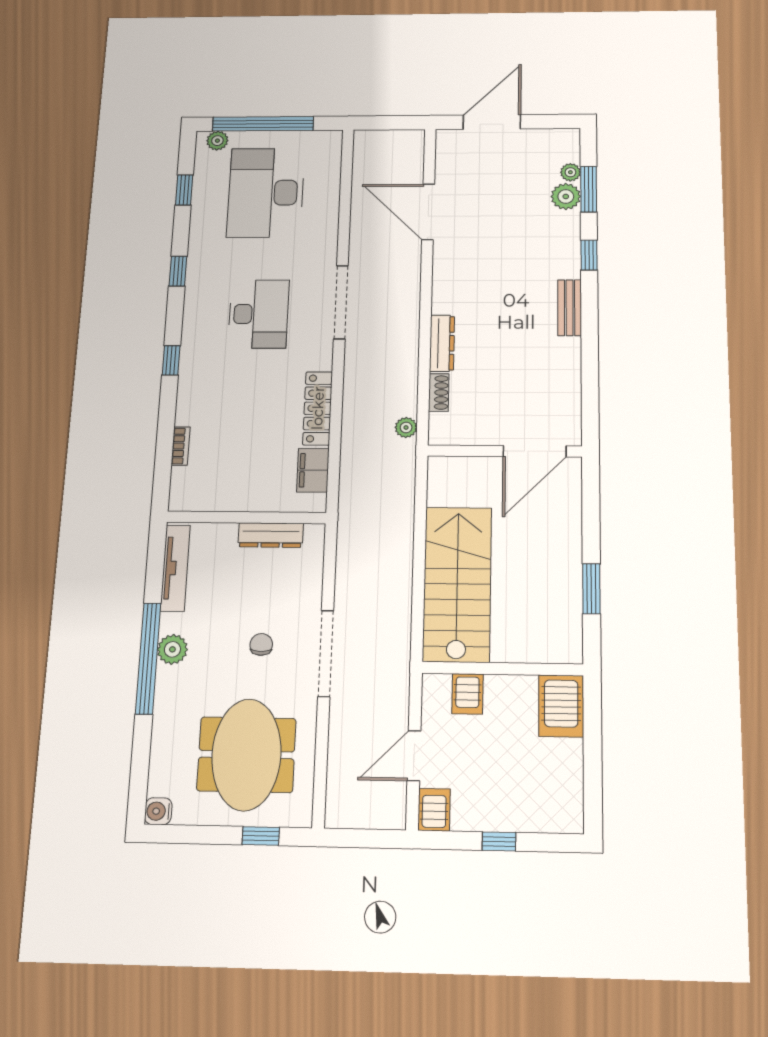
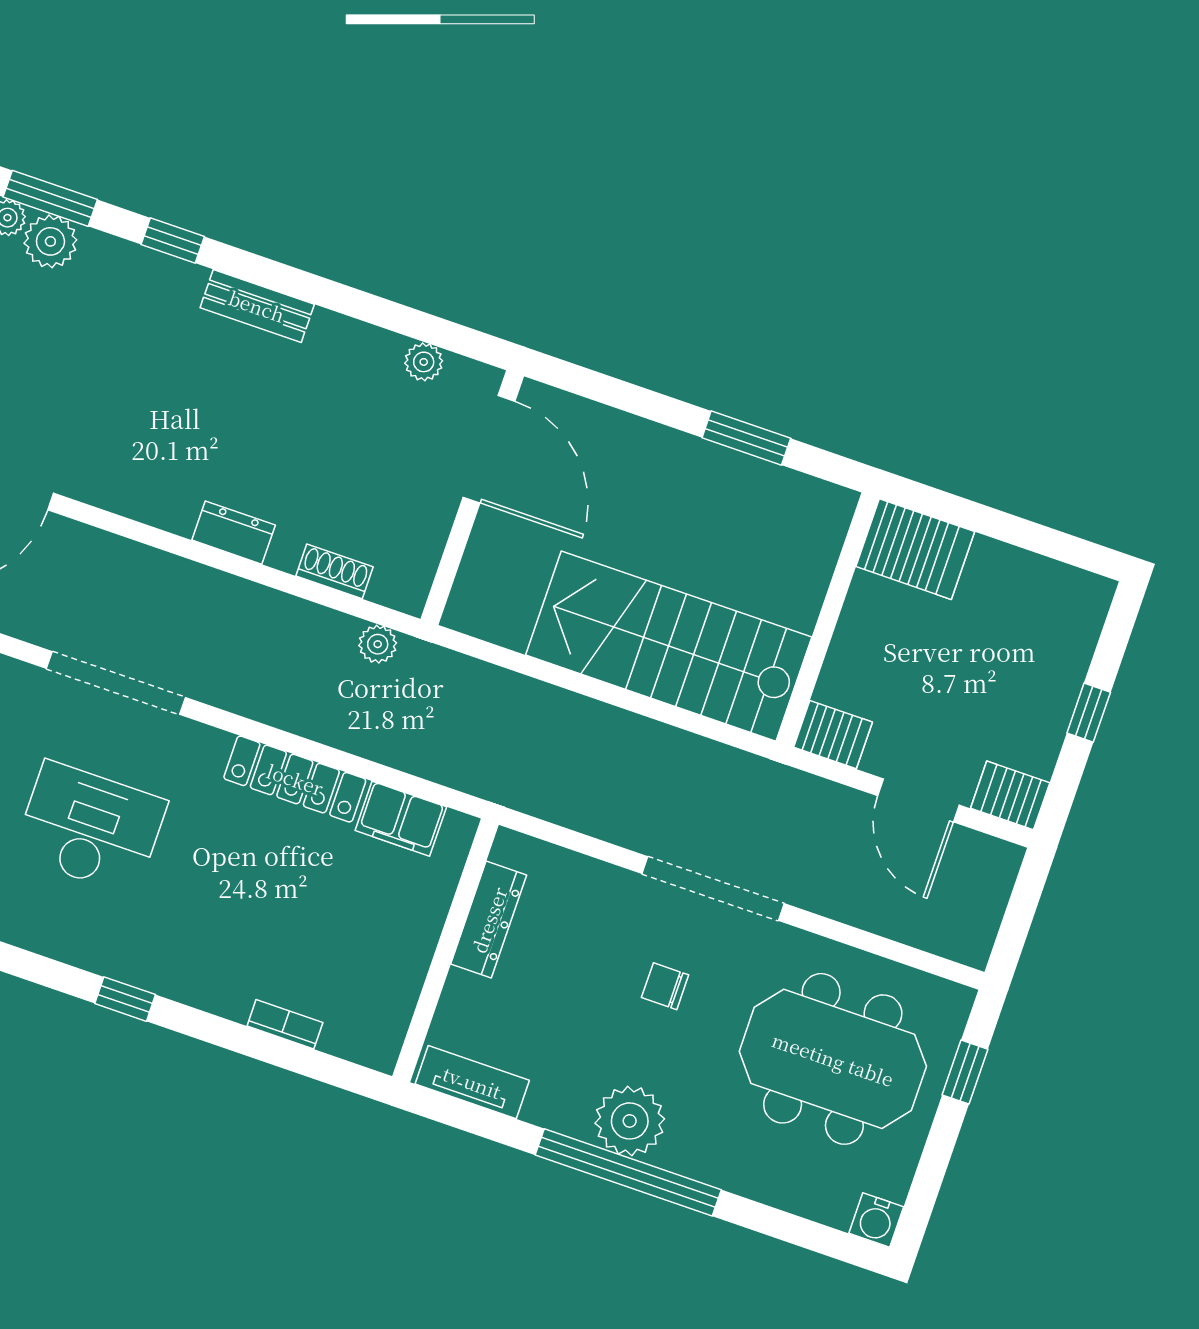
dresser: (442, 343) -> (234, 533), width x0.70
plant: (571, 402) -> (424, 362), added
tv unit: (175, 568) -> (472, 1082), width x0.71
plant: (172, 649) -> (630, 1121), width x1.36, depth x1.36
server rack: (467, 694) -> (833, 735), moved

